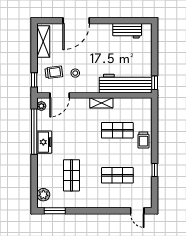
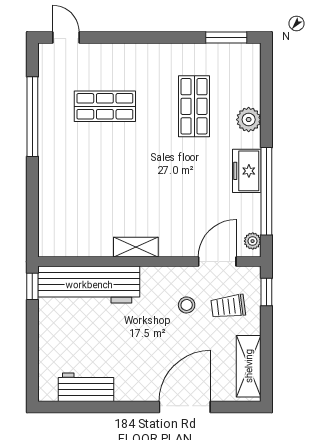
shop shelf: (117, 130) -> (105, 194), removed
trolley: (143, 140) -> (54, 175), removed
window: (155, 170) -> (32, 117), width x3.17
plant: (43, 195) -> (249, 120), moved

